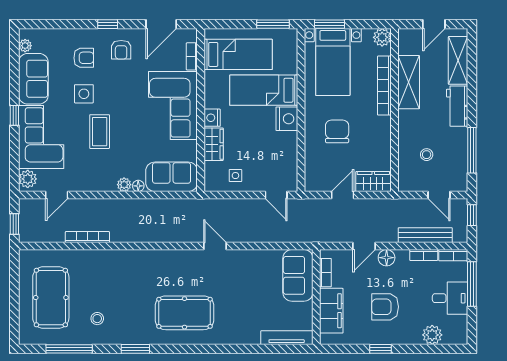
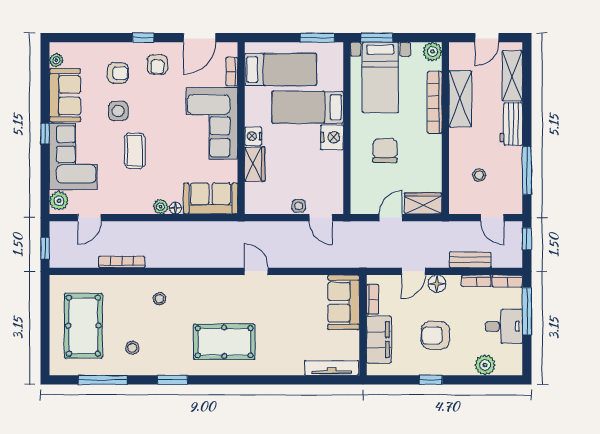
side table: (235, 176) -> (299, 206), moved
bench: (425, 235) -> (470, 260), width x0.73
stool: (123, 272) -> (159, 299), added

